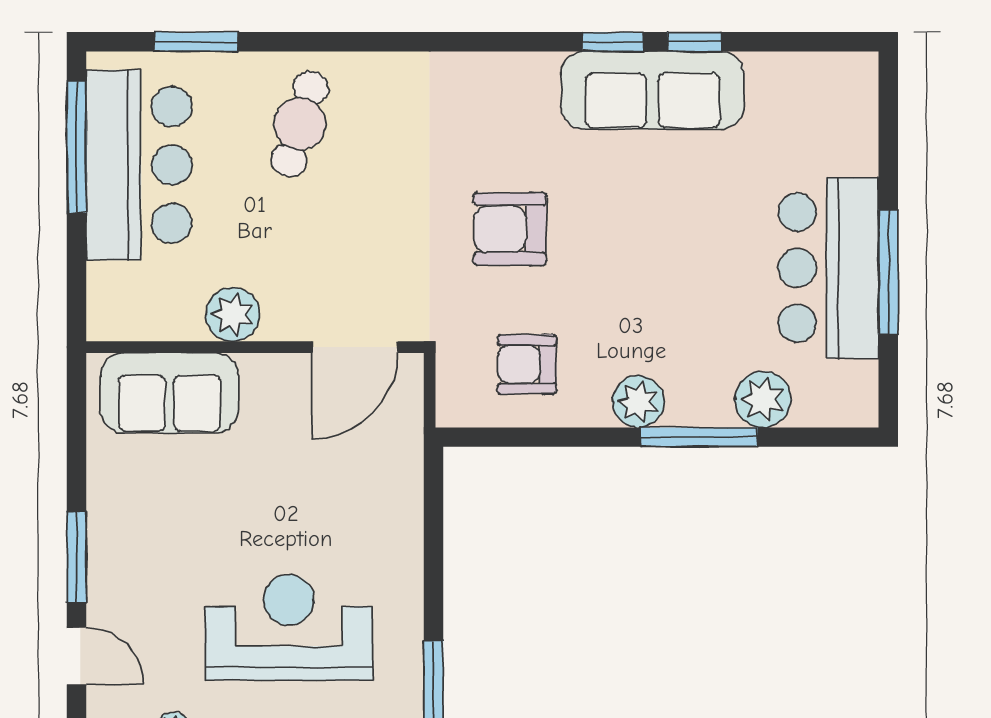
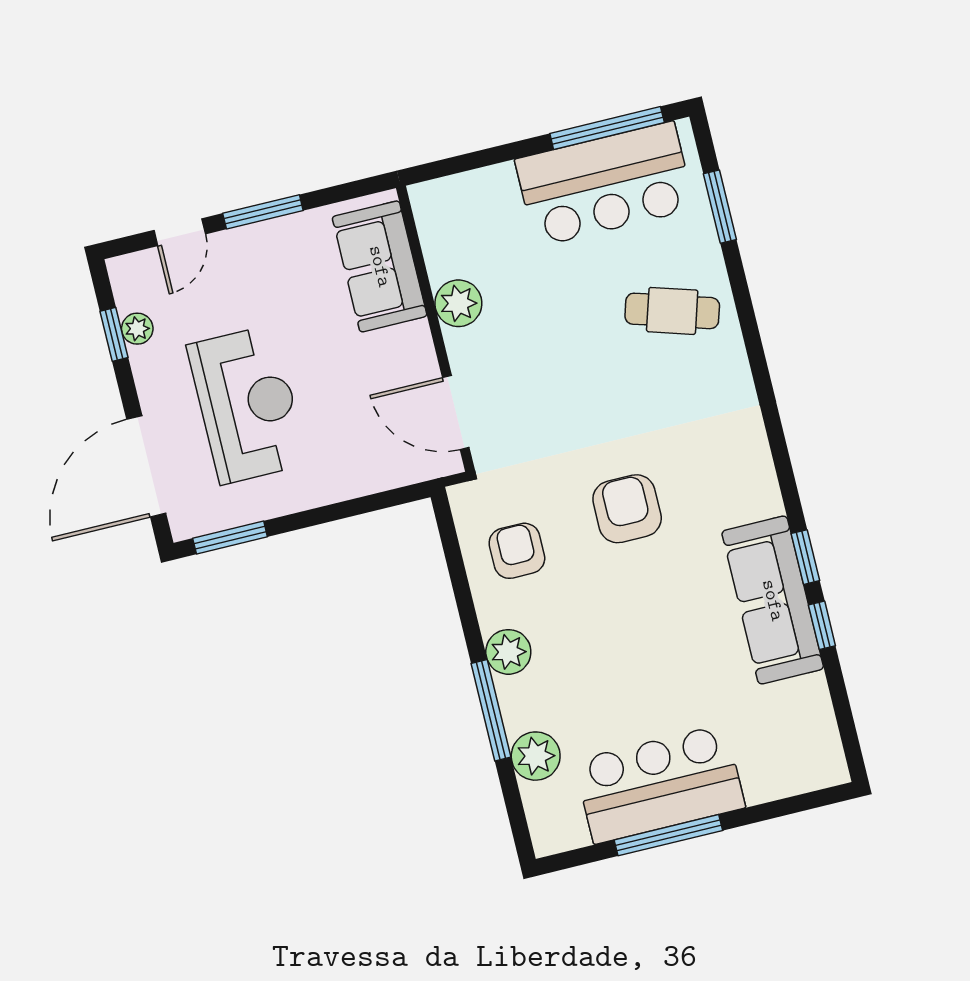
plant: (233, 314) -> (458, 303), moved
wall: (255, 347) -> (435, 329), moved
door: (355, 347) -> (456, 413), moved
sofa: (170, 393) -> (380, 266), moved

